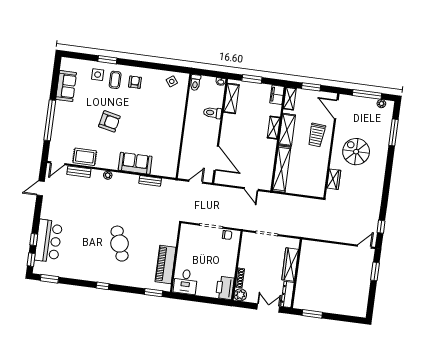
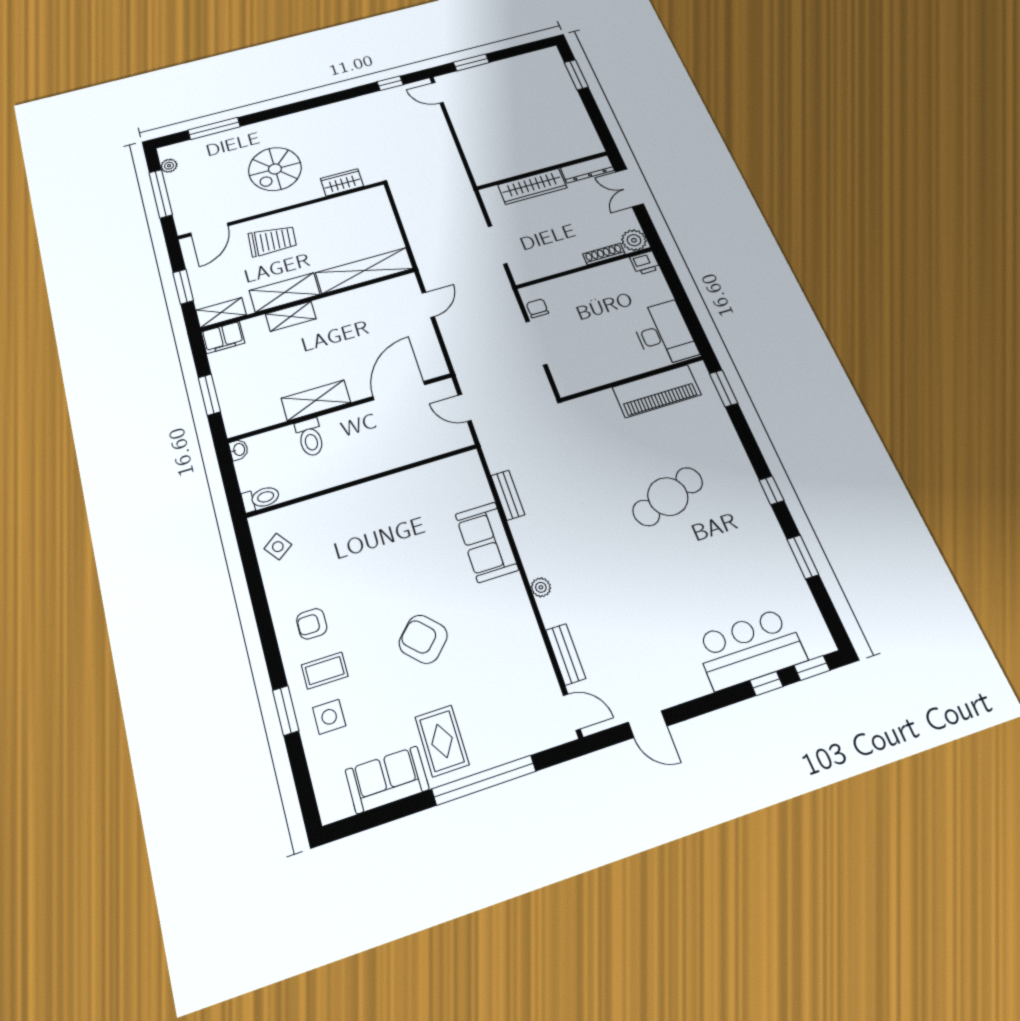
shelving: (231, 98) -> (316, 400), moved
armchair: (109, 121) -> (423, 639), turned -57
rug: (85, 157) -> (442, 741), moved
window: (49, 279) -> (803, 557), moved
desk: (186, 282) -> (664, 334), width x1.37
printer: (225, 288) -> (645, 263), width x0.53, depth x0.68
window: (312, 314) -> (576, 75), moved

